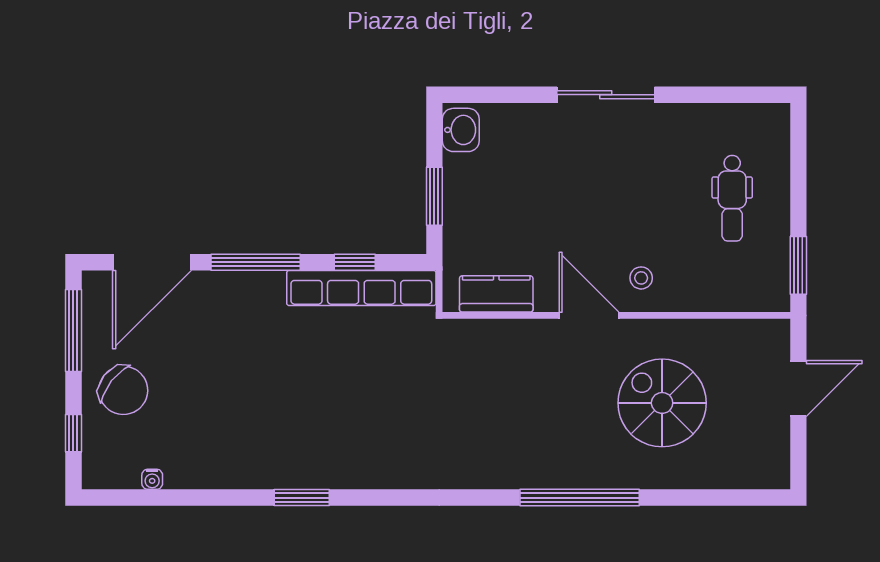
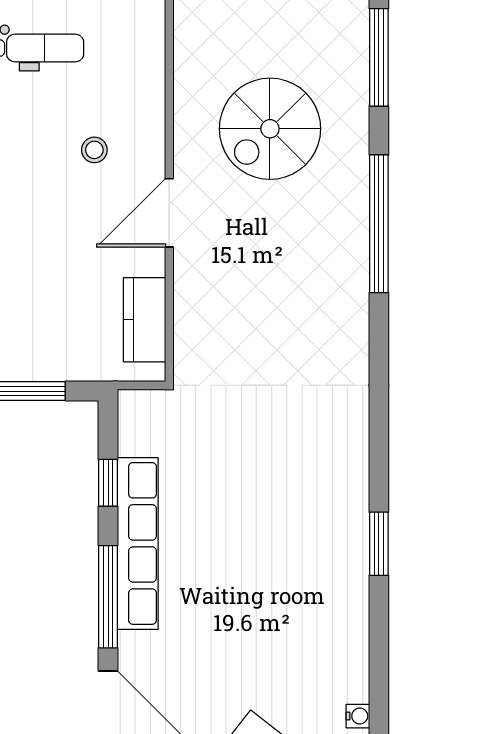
stool: (641, 278) -> (94, 150), moved
row of seats: (361, 288) -> (138, 543), moved
window: (724, 498) -> (379, 57), added

